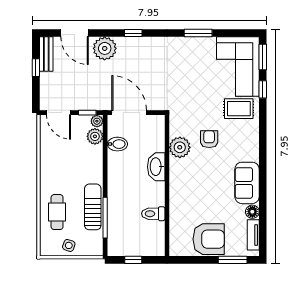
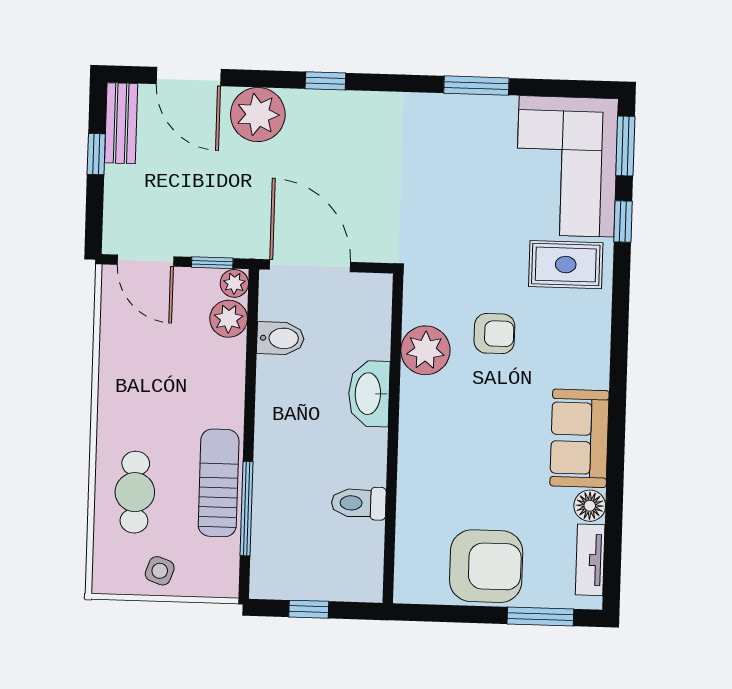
armchair: (209, 139) -> (494, 334), turned 90

